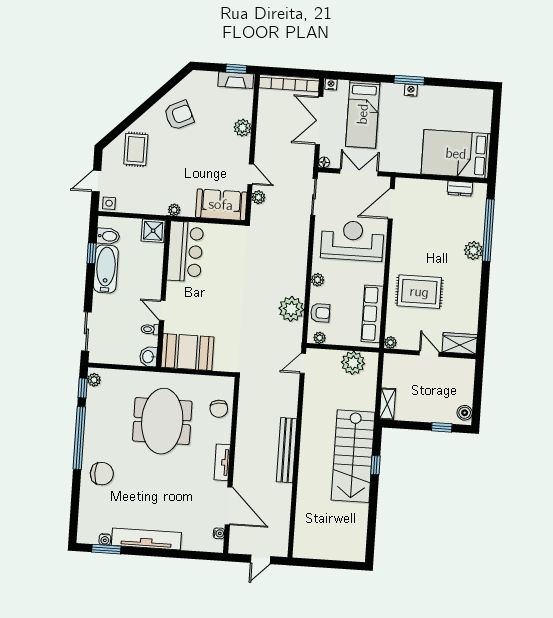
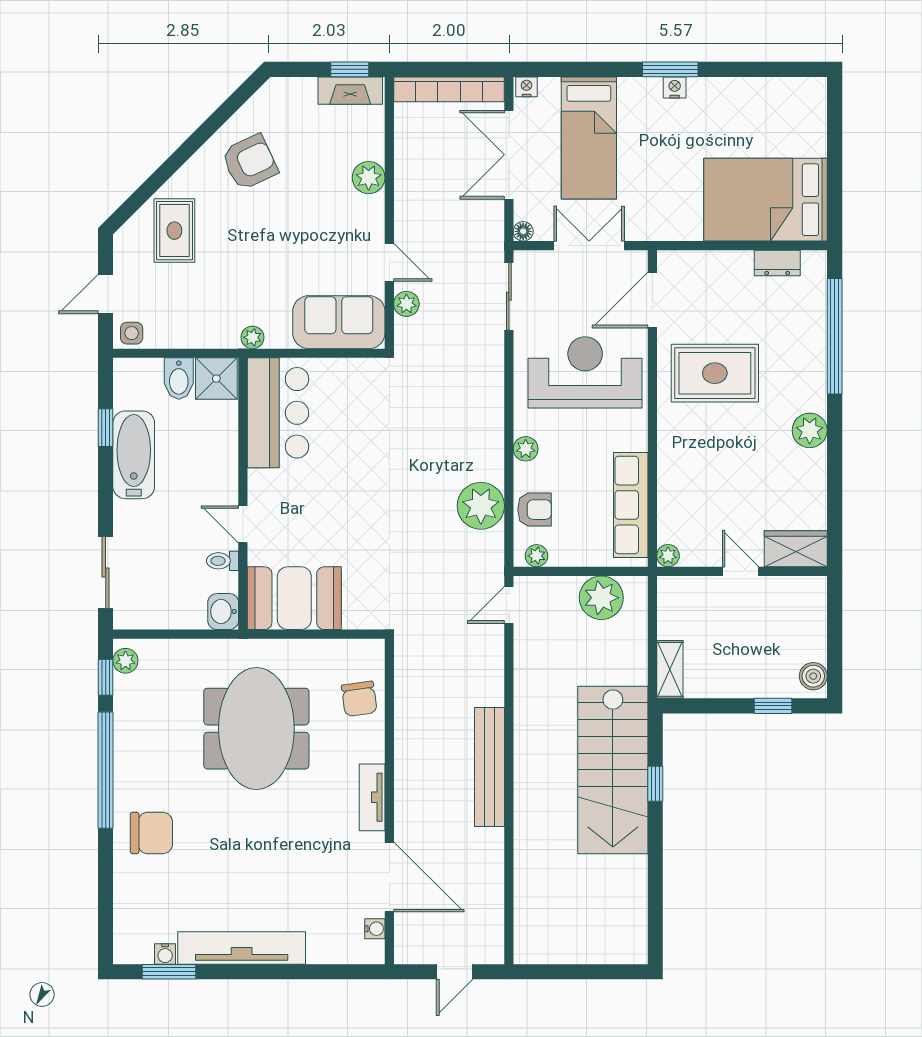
bidet: (108, 236) -> (179, 379), moved, turned 90
plant: (473, 251) -> (810, 430), moved
rug: (419, 292) -> (715, 373), moved

